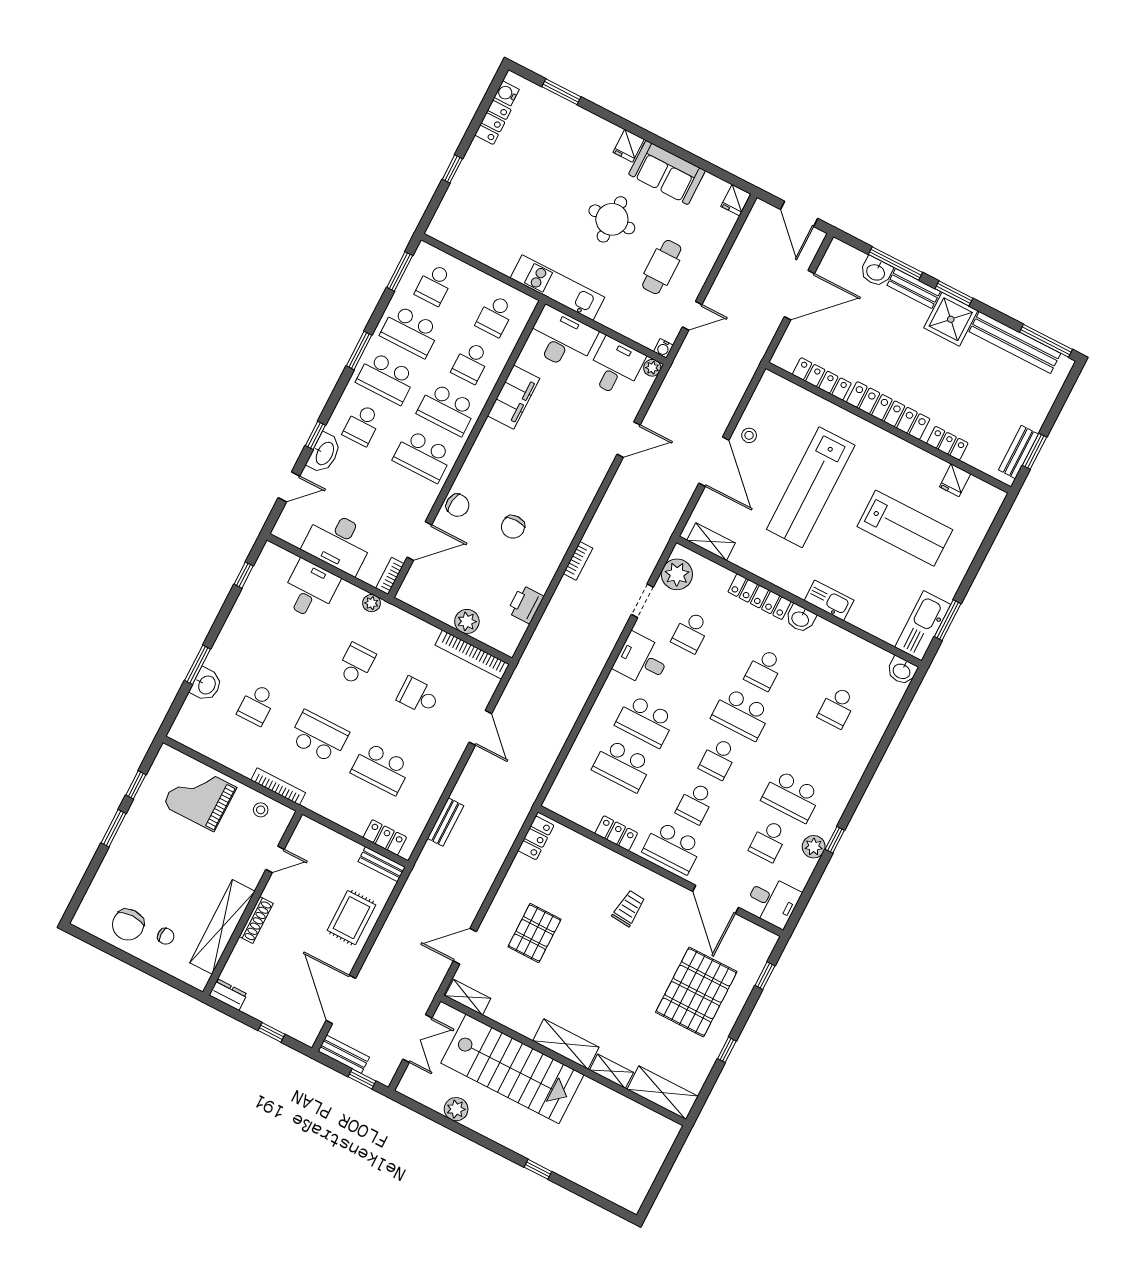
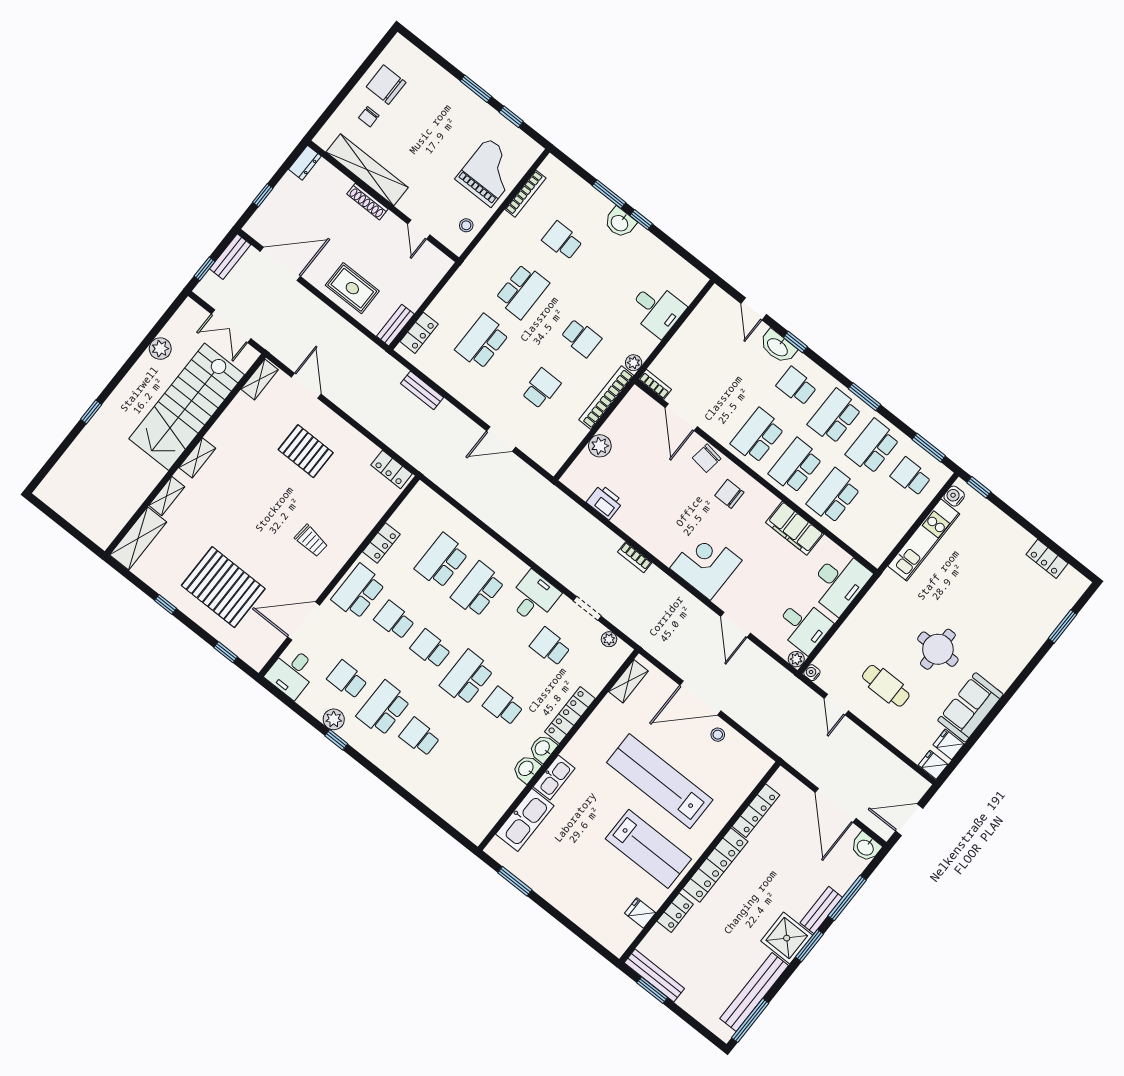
water cooler: (507, 93) -> (954, 496), moved, turned -90
fridge: (629, 146) -> (948, 744), moved
window: (452, 169) -> (979, 487), moved
washbasin: (876, 272) -> (866, 847), moved, turned -90
kitchen unit: (557, 288) -> (924, 540), moved
school desk: (495, 316) -> (872, 526), removed
school desk: (471, 362) -> (834, 496), width x1.85
bench: (1018, 452) -> (654, 976), width x1.36
corner desk: (570, 484) -> (706, 564), added
chair: (513, 527) -> (729, 494), moved
lab bench: (905, 528) -> (648, 849), moved, turned -90
desk: (339, 542) -> (695, 344), removed
plant: (677, 574) -> (609, 639), width x0.53, depth x0.53
window: (244, 575) -> (641, 220), moved
kitchen sink: (923, 626) -> (525, 820), moved, turned 90
bookcase: (472, 655) -> (606, 398), moved
washbasin: (902, 671) -> (526, 769), moved
washbasin: (206, 685) -> (620, 223), moved
school desk: (837, 707) -> (420, 737), moved
bookcase: (278, 786) -> (525, 194), moved
shelving: (566, 1044) -> (197, 458), width x0.67, depth x0.75

